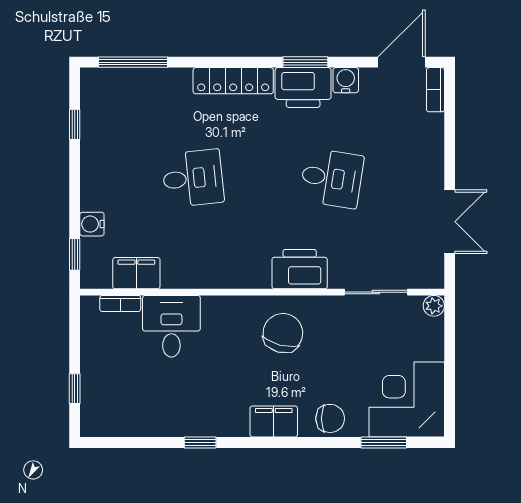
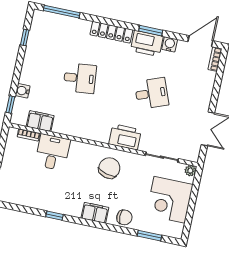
desk: (332, 178) -> (152, 93), turned -30
corner desk: (407, 400) -> (169, 200), moved, turned -90

